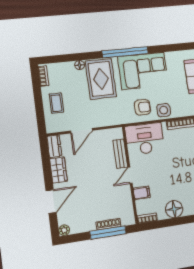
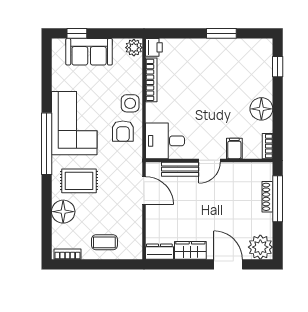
floor lamp: (80, 65) -> (63, 212), width x1.89, depth x1.89
rug: (101, 79) -> (79, 181), width x0.73, depth x0.70
armchair: (142, 107) -> (123, 131), turned 180
door: (82, 131) -> (144, 191), moved
desk: (145, 139) -> (165, 141), width x0.73
door: (130, 175) -> (210, 160), hinge flipped
plant: (64, 230) -> (260, 247), width x1.87, depth x1.87

